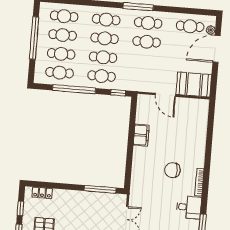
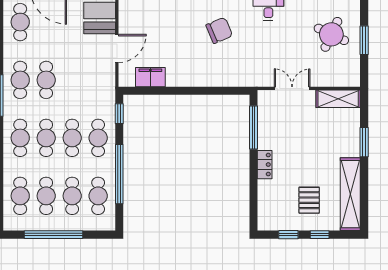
filing cabinet: (141, 135) -> (150, 77), moved
chair: (172, 170) -> (219, 30), turned -112
locker: (42, 193) -> (265, 165), moved

